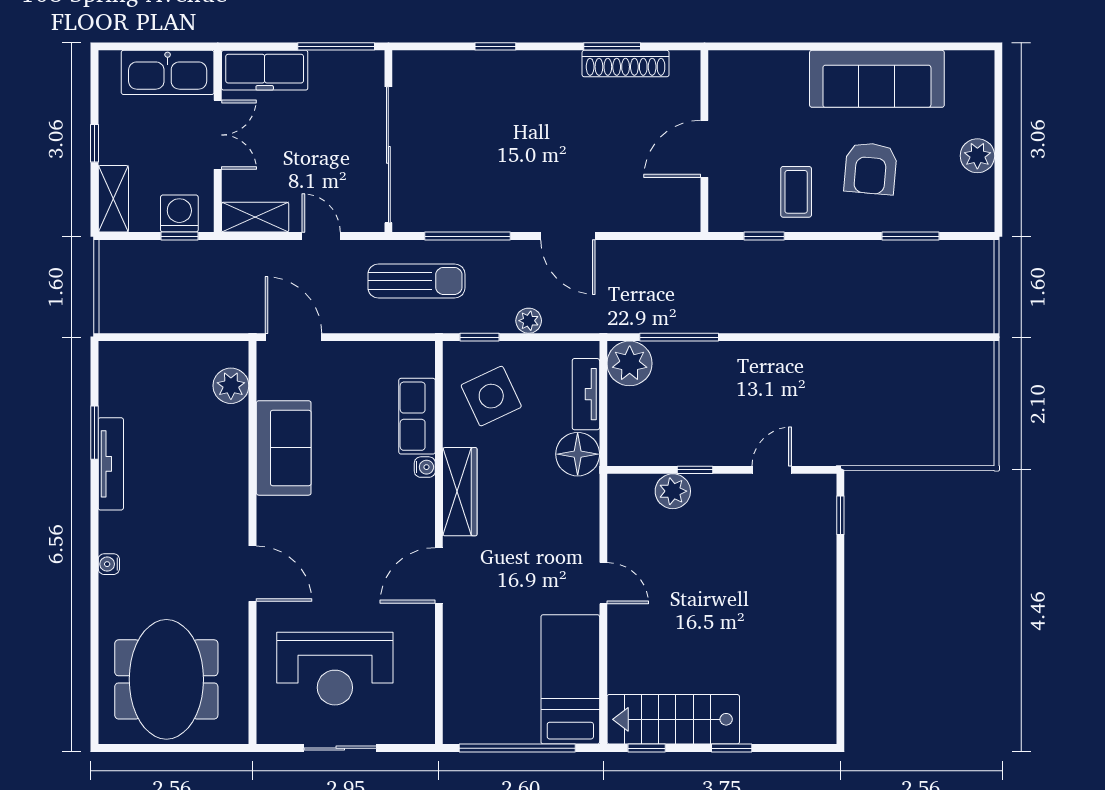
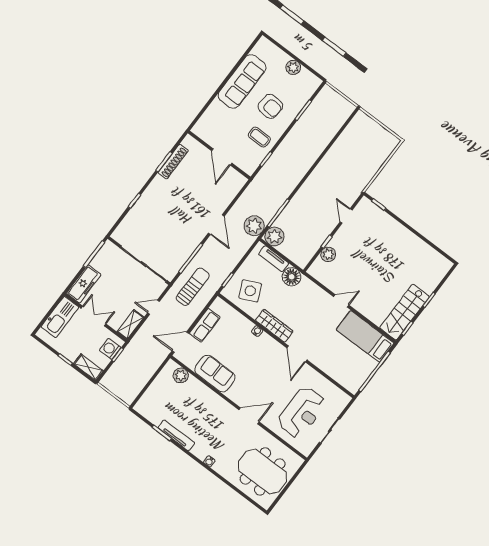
door: (568, 236) -> (216, 225), hinge flipped
plant: (529, 321) -> (254, 226), moved, width x1.87, depth x1.87
row of seats: (417, 416) -> (205, 325), moved, turned -90

